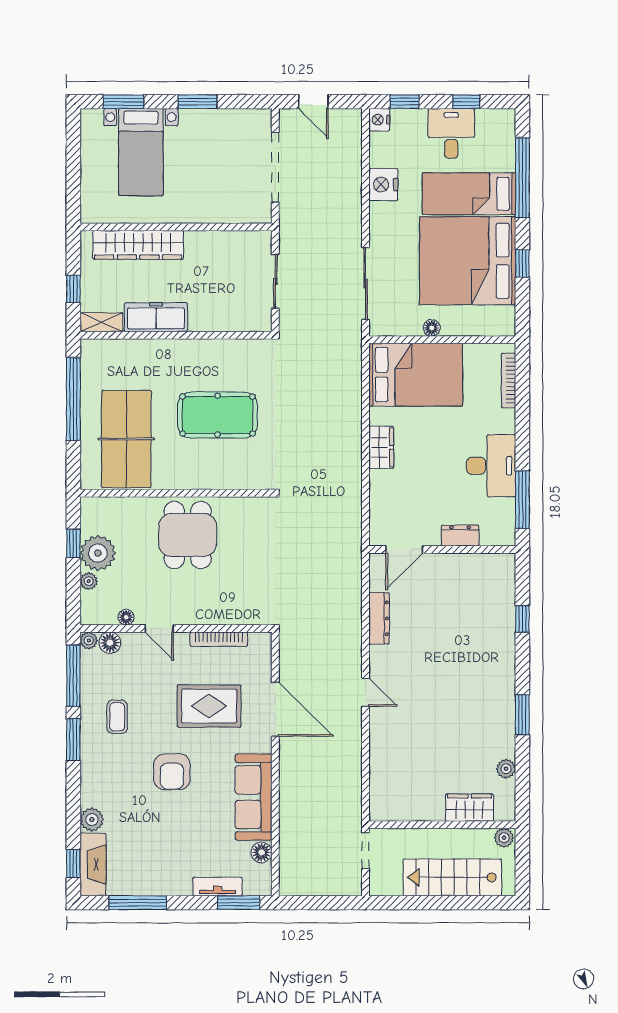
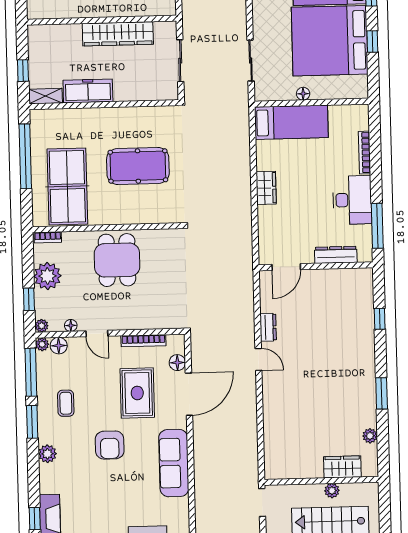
wardrobe: (138, 245) -> (118, 34), moved
sliding door: (366, 284) -> (251, 61), width x0.73
bed: (416, 375) -> (291, 122), width x0.67
bookcase: (509, 381) -> (365, 153), moved
bookcase: (100, 503) -> (48, 237), added
dresser: (460, 536) -> (336, 255), width x1.44
window: (73, 543) -> (29, 299), moved
plant: (89, 581) -> (42, 326), moved
dresser: (379, 618) -> (268, 327), width x0.70
door: (366, 692) -> (258, 359), moved
rug: (209, 706) -> (137, 393), turned 90
door: (275, 709) -> (189, 394), hinge flipped
plant: (92, 820) -> (47, 454), moved
plant: (504, 838) -> (332, 491), moved
floor lamp: (262, 852) -> (177, 363), moved

